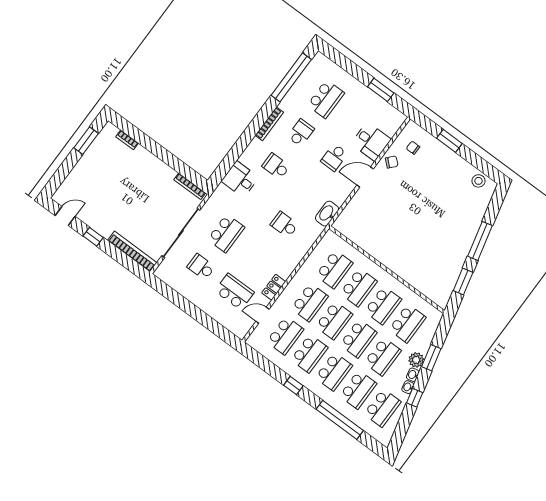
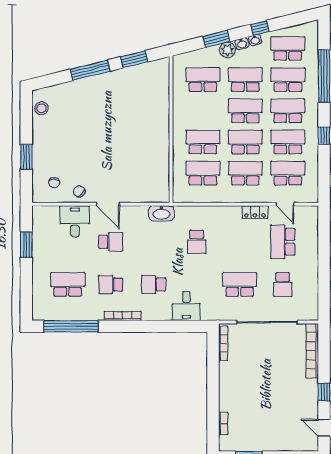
school desk: (276, 166) -> (154, 284), turned 90
school desk: (383, 305) -> (203, 111), removed

